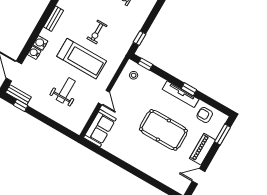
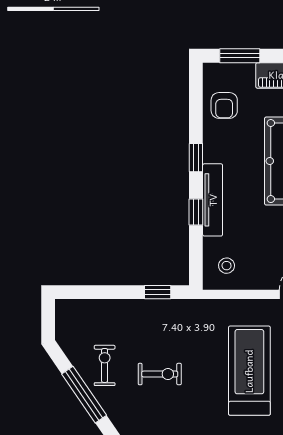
exercise bike: (97, 32) -> (160, 374), moved
window: (145, 64) -> (196, 212), moved
tv unit: (181, 94) -> (213, 200), moved

